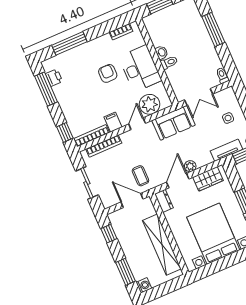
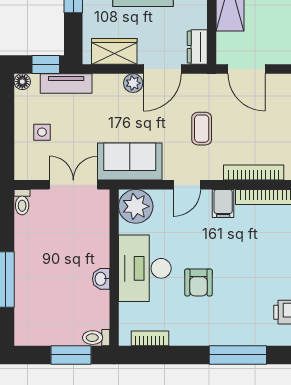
toilet: (169, 62) -> (96, 338), moved
plant: (150, 104) -> (136, 206), moved
coffee table: (140, 176) -> (202, 129), moved

